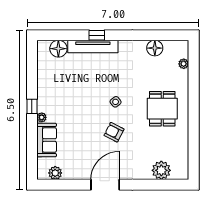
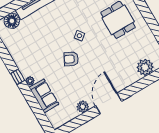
armchair: (114, 132) -> (71, 59), moved
plant: (55, 173) -> (83, 107), moved

